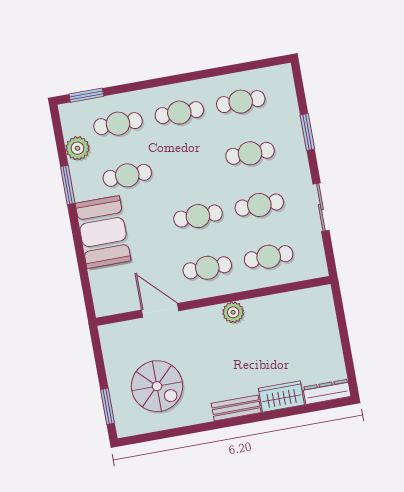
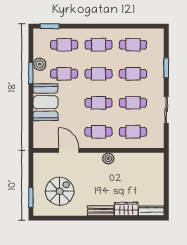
plant: (77, 148) -> (40, 64), moved
cafe table: (189, 164) -> (99, 74), added
spiral stairs: (157, 386) -> (60, 191), turned -90

